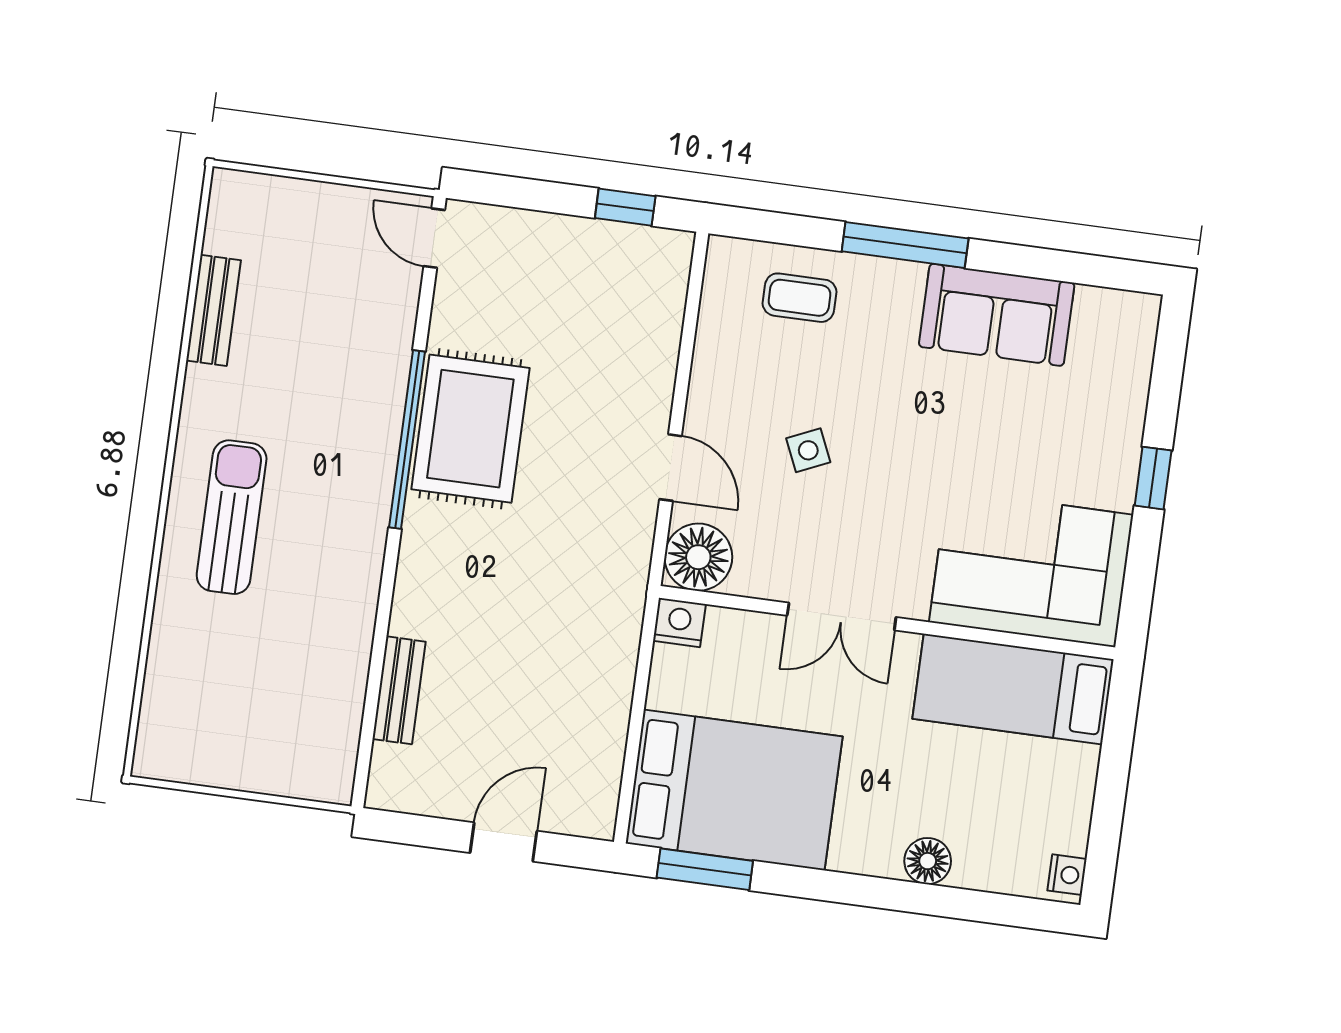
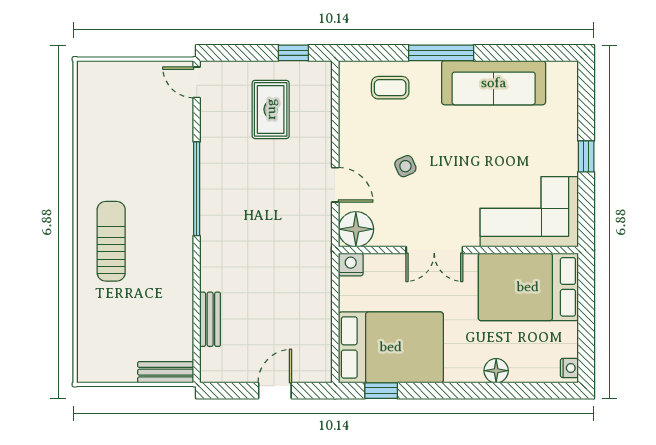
bench: (213, 310) -> (166, 372), moved, turned 90
sofa: (997, 315) -> (494, 83), width x1.36
rug: (470, 429) -> (271, 109), moved, width x0.73, depth x0.70
bed: (1013, 689) -> (528, 287), width x1.50
window: (705, 869) -> (381, 391), width x0.67

